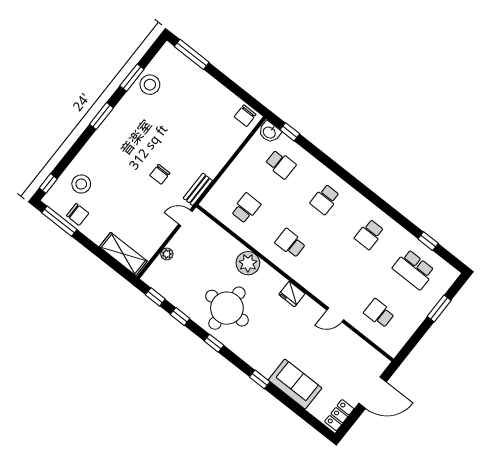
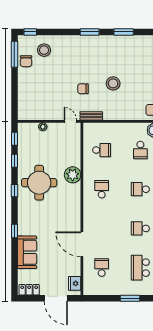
stool: (150, 85) -> (113, 83), moved
shelving: (123, 254) -> (24, 103), removed
fridge: (292, 294) -> (75, 283), moved
door: (335, 315) -> (82, 244), width x1.87

